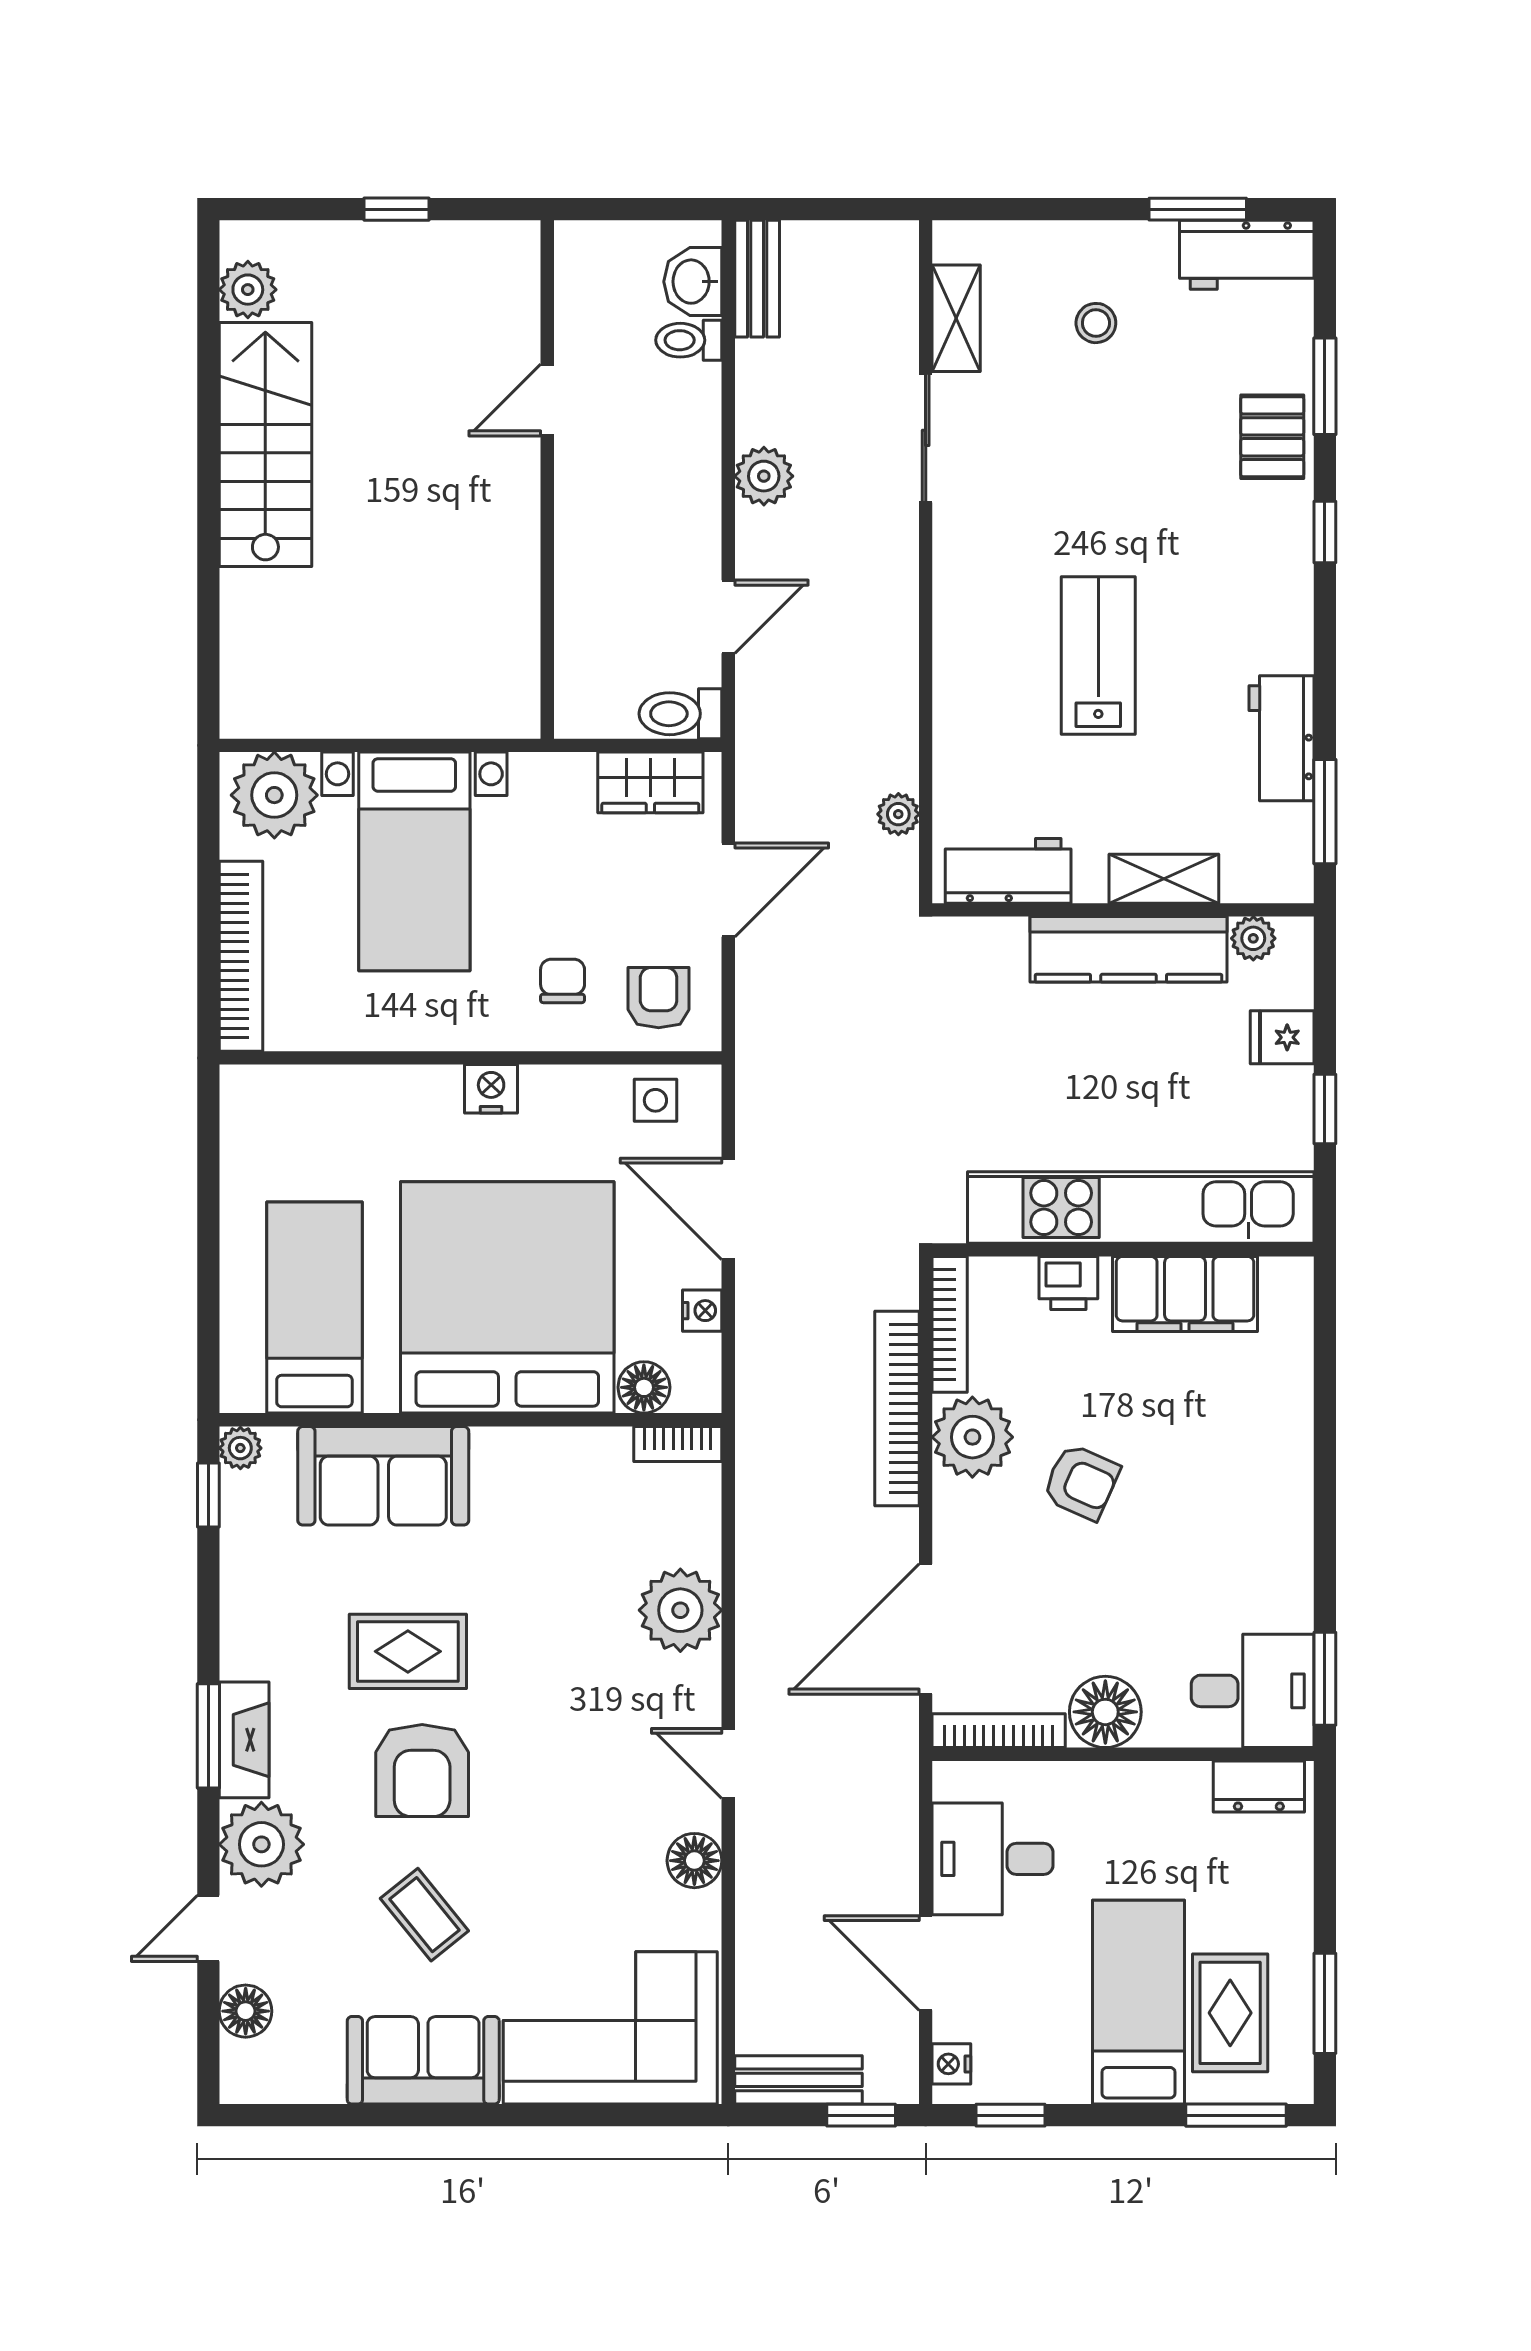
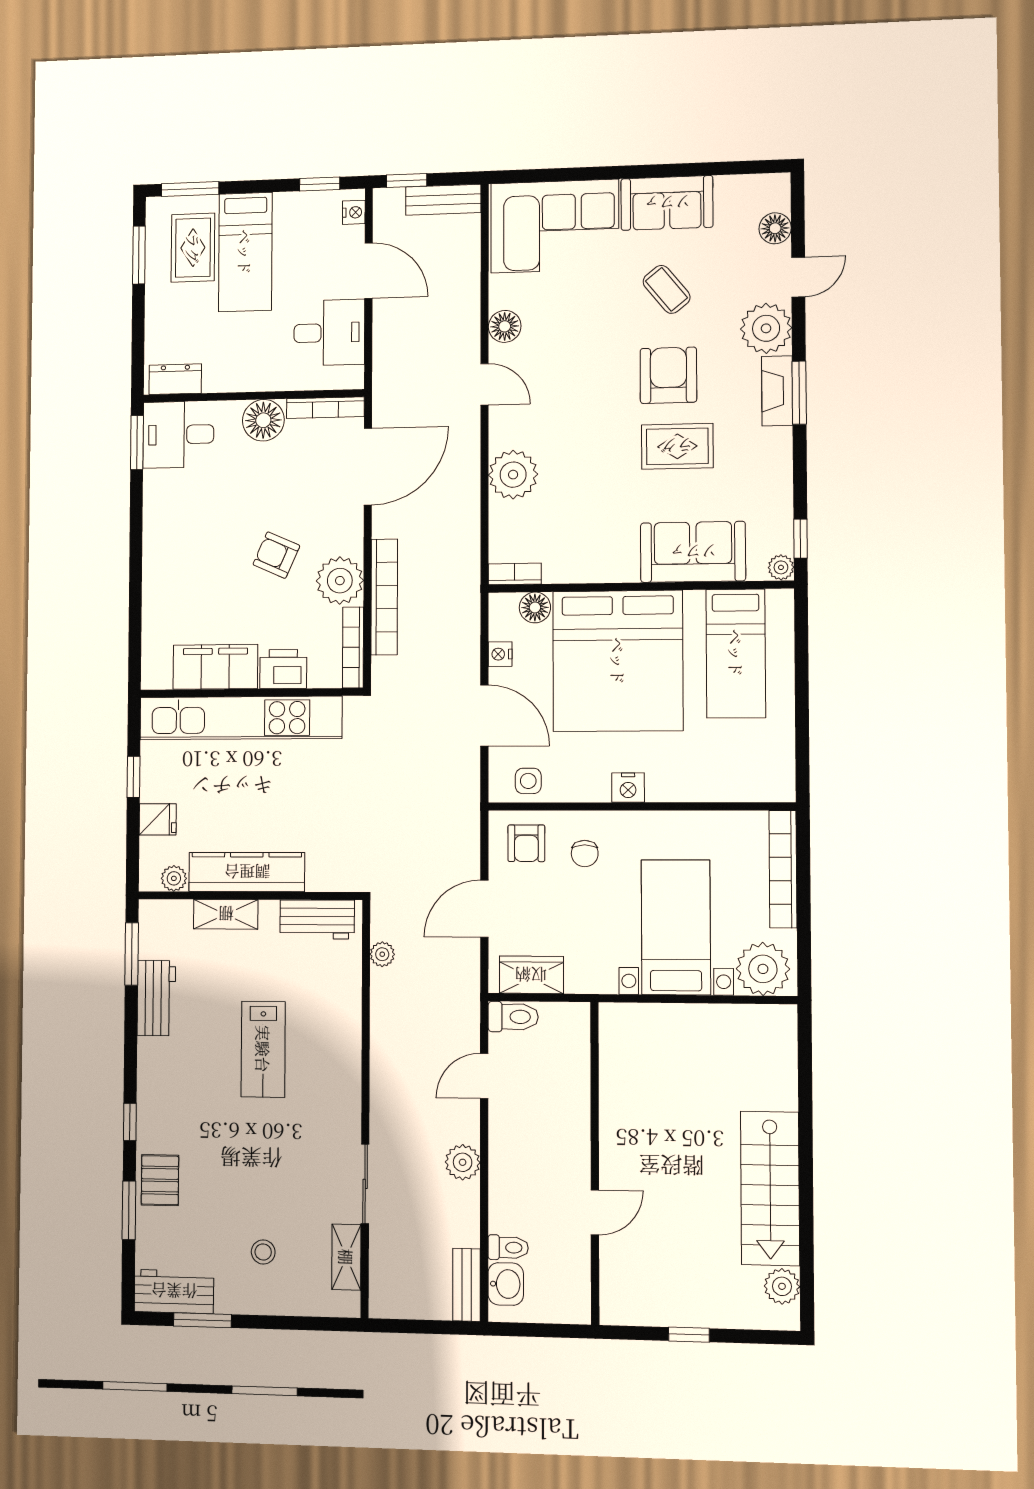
printer: (1068, 1283) -> (283, 669), width x1.36, depth x1.24

